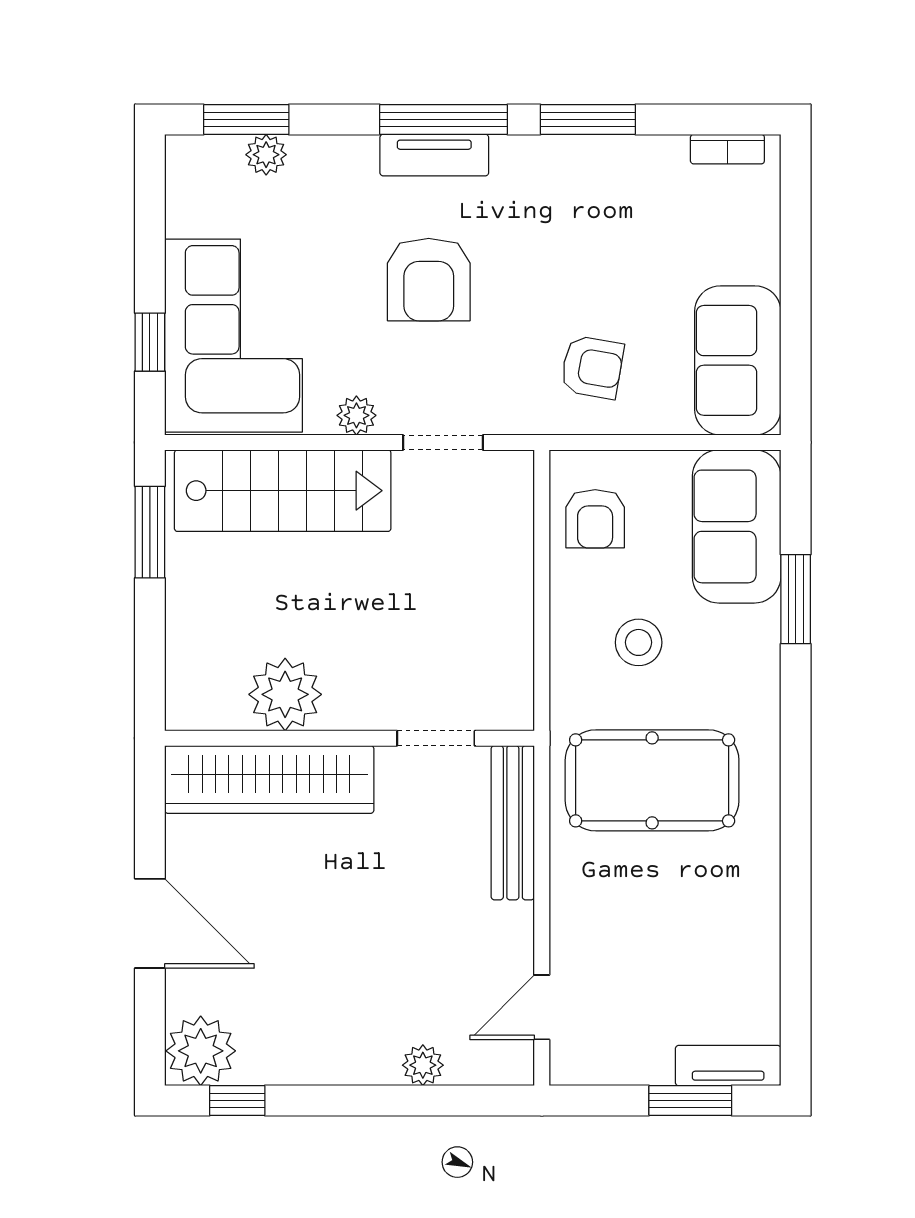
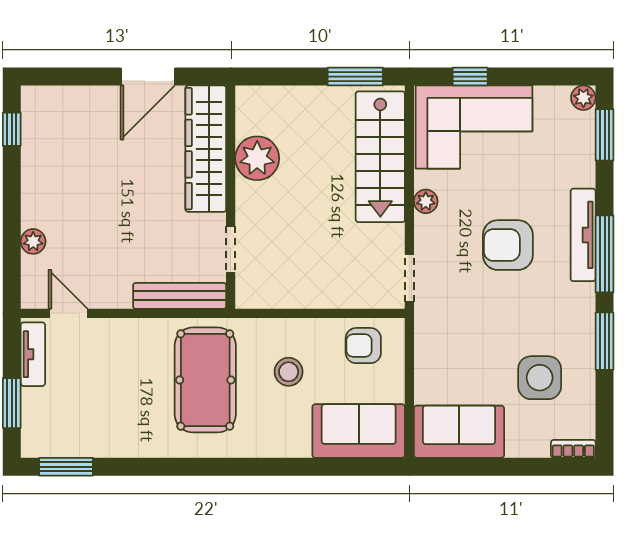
bookcase: (727, 149) -> (573, 449), moved, turned 90
plant: (266, 155) -> (583, 98), moved
tv unit: (434, 155) -> (583, 235), width x1.41
side table: (648, 227) -> (540, 378), added
armchair: (592, 367) -> (455, 344), removed
doorway: (443, 442) -> (409, 278), moved
window: (796, 599) -> (66, 467), moved
door: (150, 923) -> (148, 77), moved
plant: (201, 1051) -> (42, 107), removed
tv unit: (728, 1066) -> (33, 354), moved

